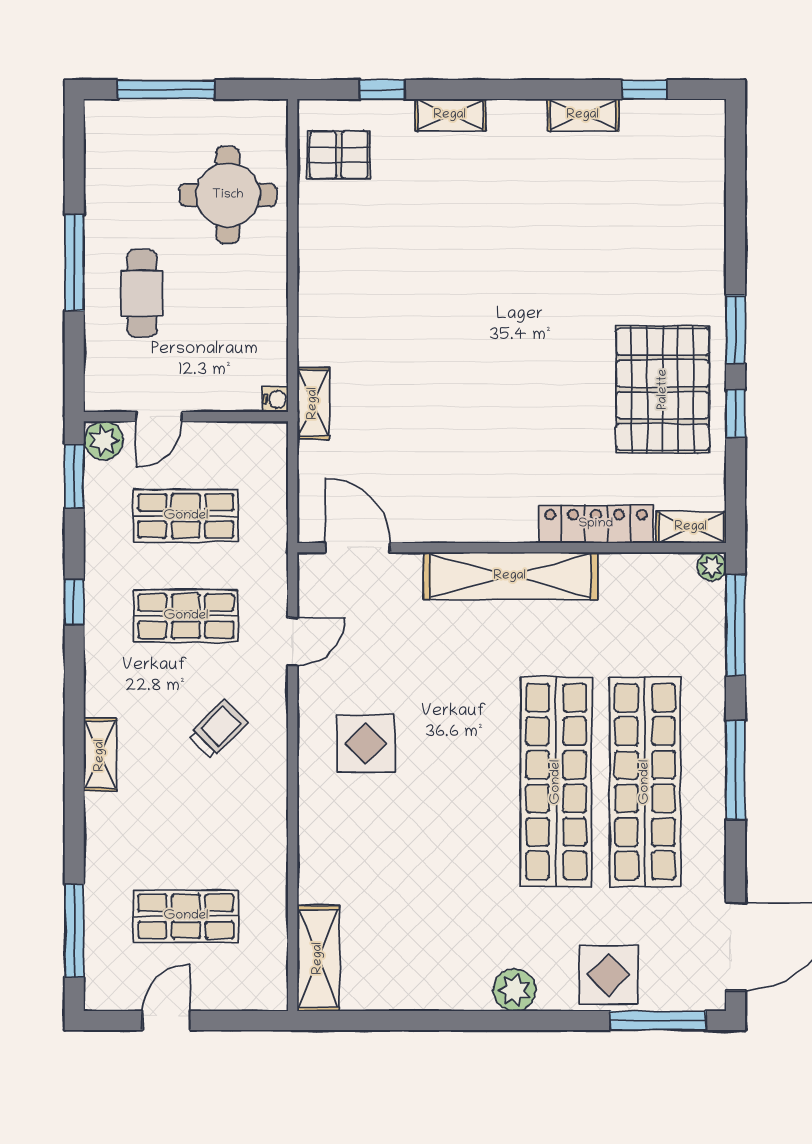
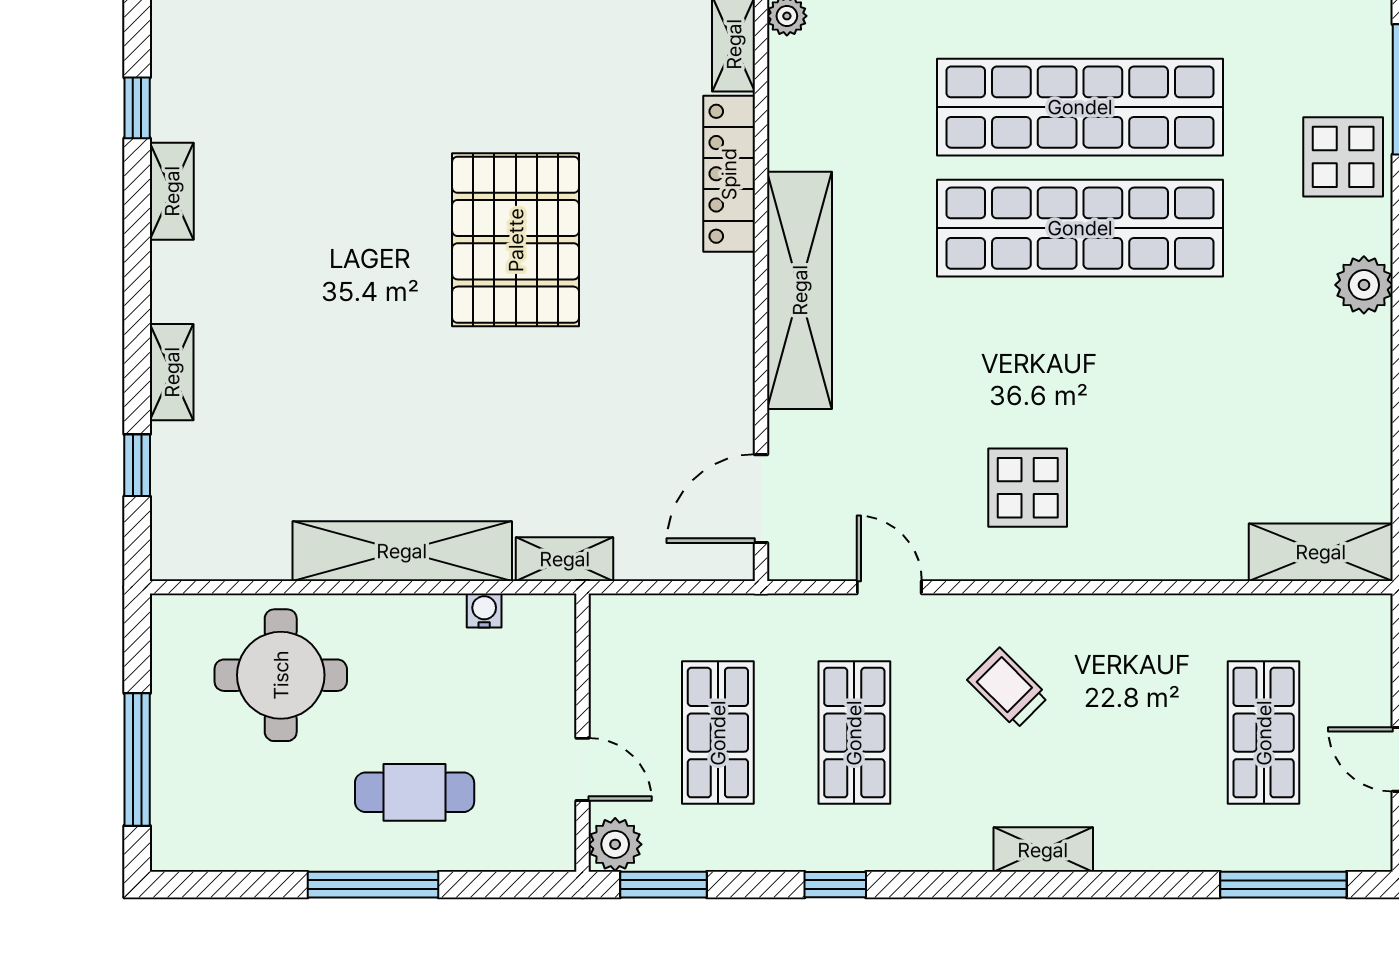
pallet: (339, 155) -> (226, 524), removed
shelving: (319, 284) -> (402, 551), added
pallet: (663, 389) -> (516, 240), moved, turned 90
water cooler: (275, 399) -> (484, 610), moved

